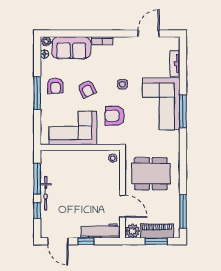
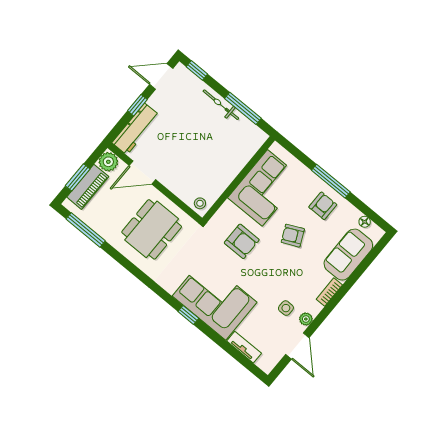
plant: (46, 41) -> (306, 319), moved
side table: (122, 84) -> (286, 308), moved
armchair: (55, 86) -> (323, 206), turned 92
window: (183, 111) -> (188, 315), width x0.46
armchair: (115, 116) -> (242, 241), turned 90
window: (37, 211) -> (197, 70), moved

